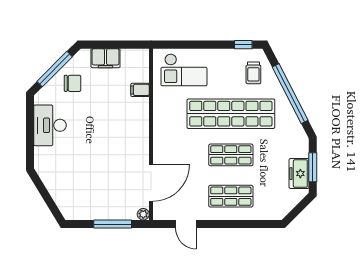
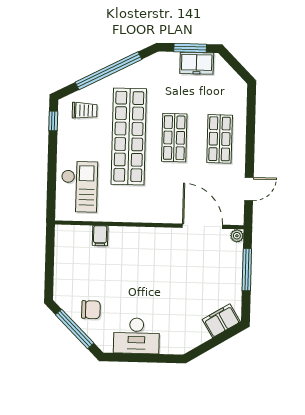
filing cabinet: (106, 58) -> (221, 321), moved, turned -121
chair: (73, 83) -> (91, 310), turned 90

